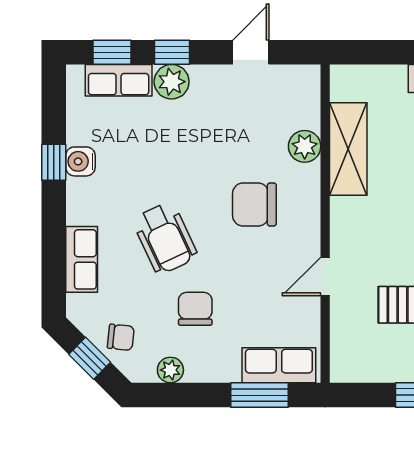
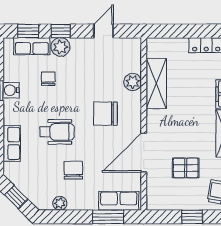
wheelchair: (165, 238) -> (57, 132), turned -65
door: (325, 276) -> (144, 153), width x1.87
chair: (121, 337) -> (48, 79), moved, turned -96

